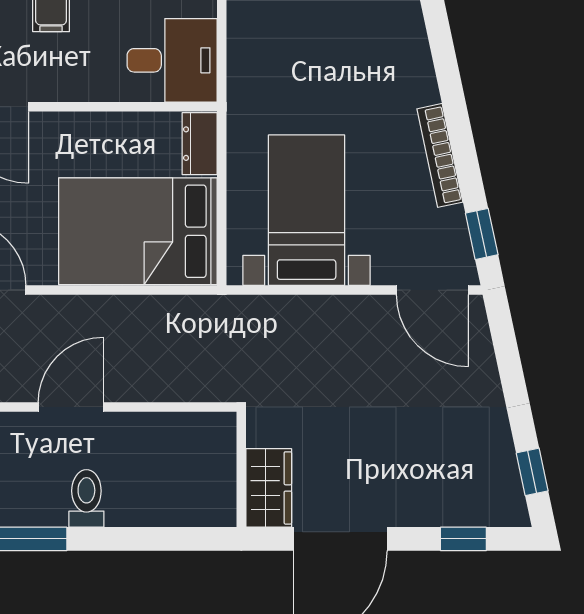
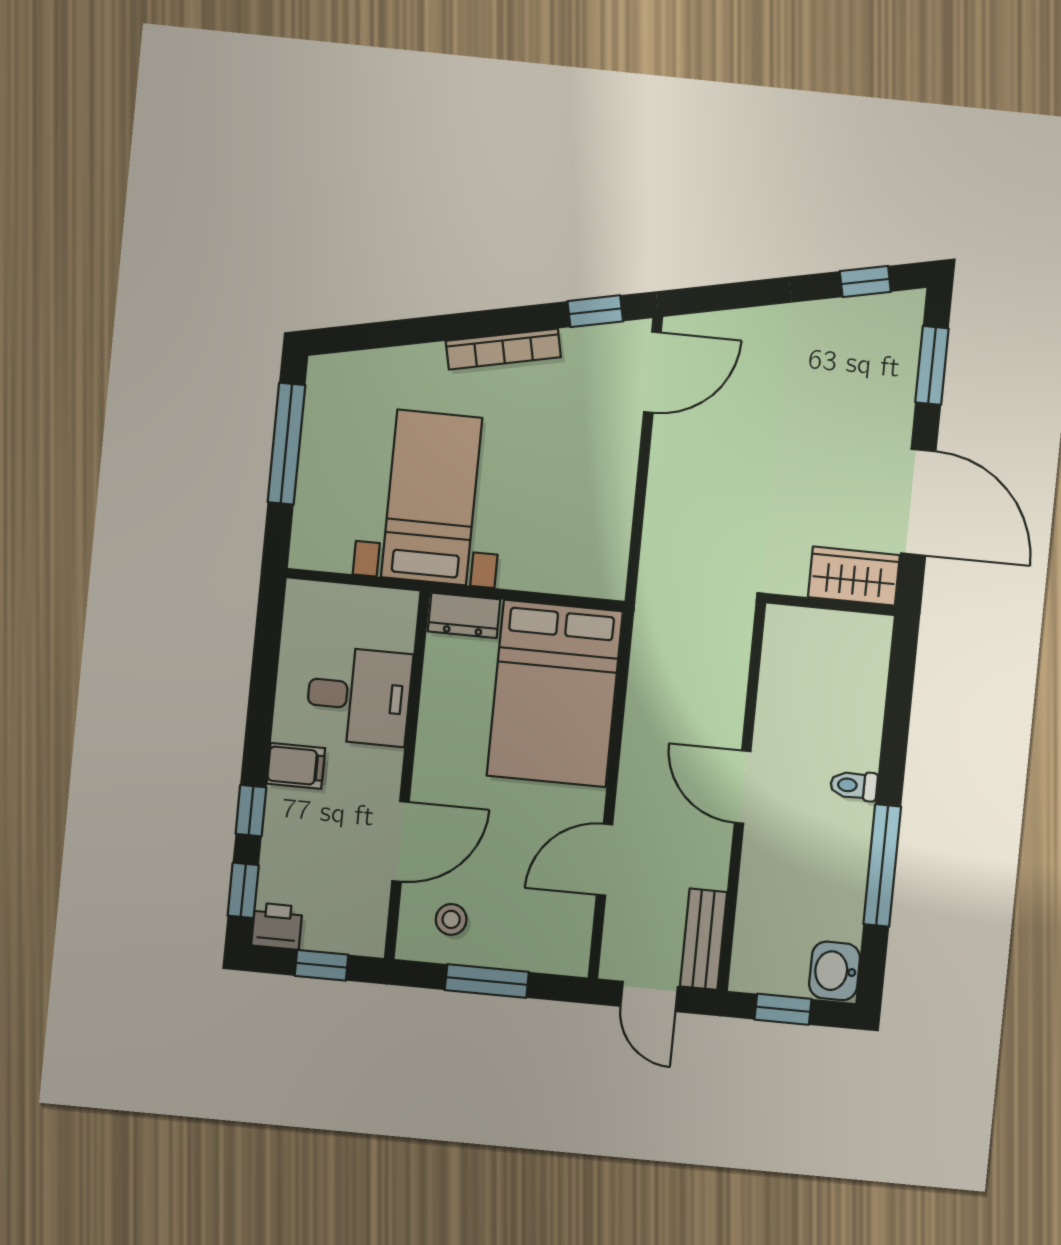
desk: (172, 60) -> (359, 696), moved, turned 90
bed with nightstands: (307, 210) -> (432, 497), moved, turned 90
toilet: (86, 498) -> (854, 786), width x0.73, depth x0.72
window: (463, 539) -> (932, 365), width x1.50

